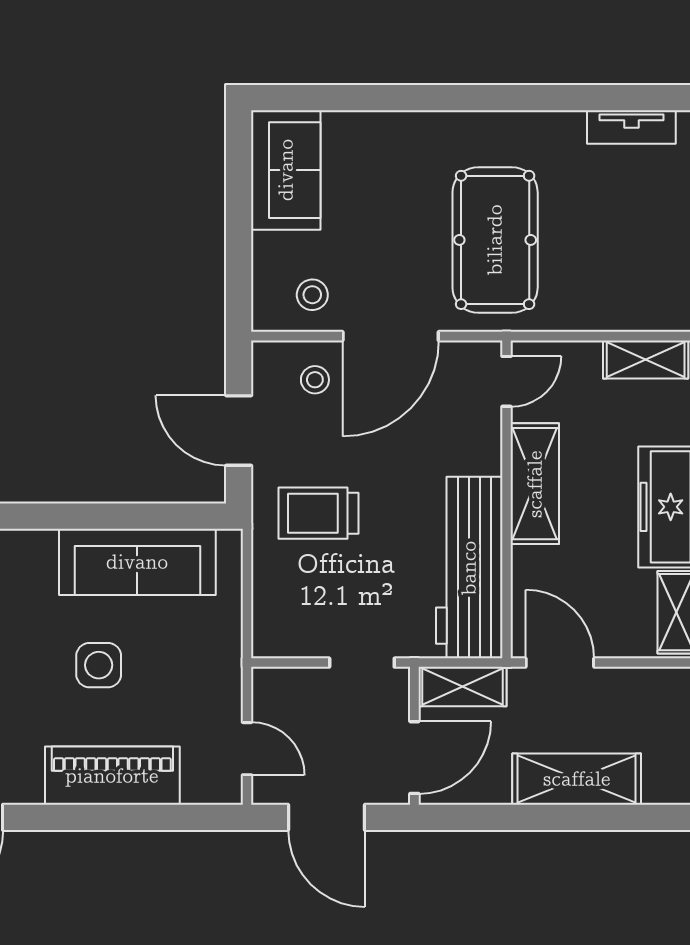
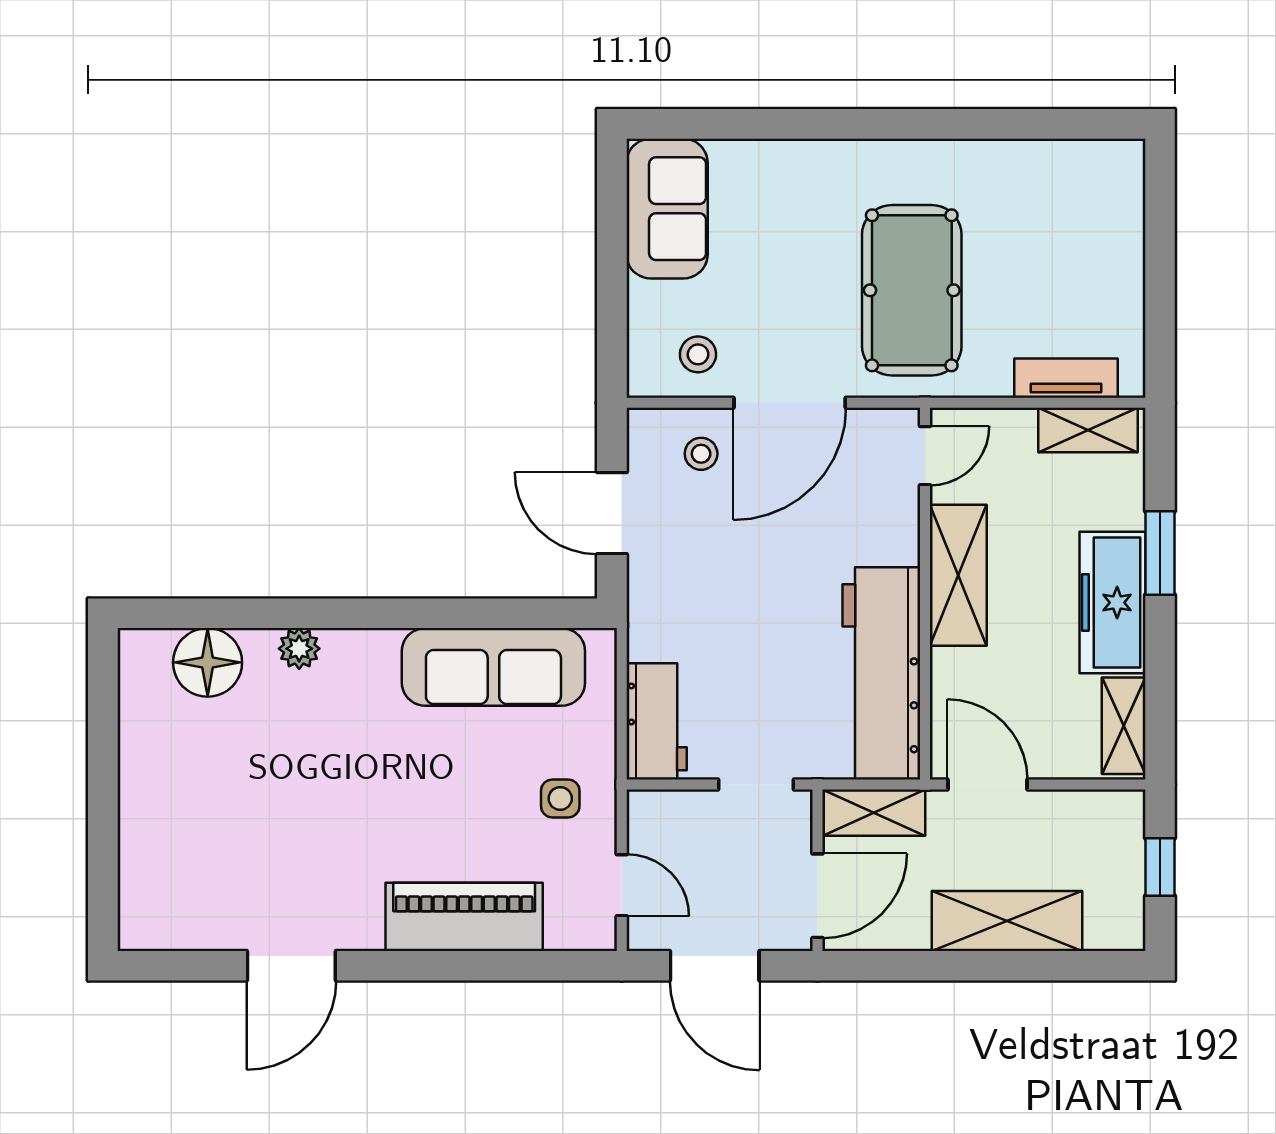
tv unit: (631, 127) -> (1066, 378), moved, turned 180
trolley: (319, 513) -> (705, 610), removed
workbench: (277, 609) -> (657, 721), added
side table: (99, 665) -> (560, 798), moved, width x0.73, depth x0.73

